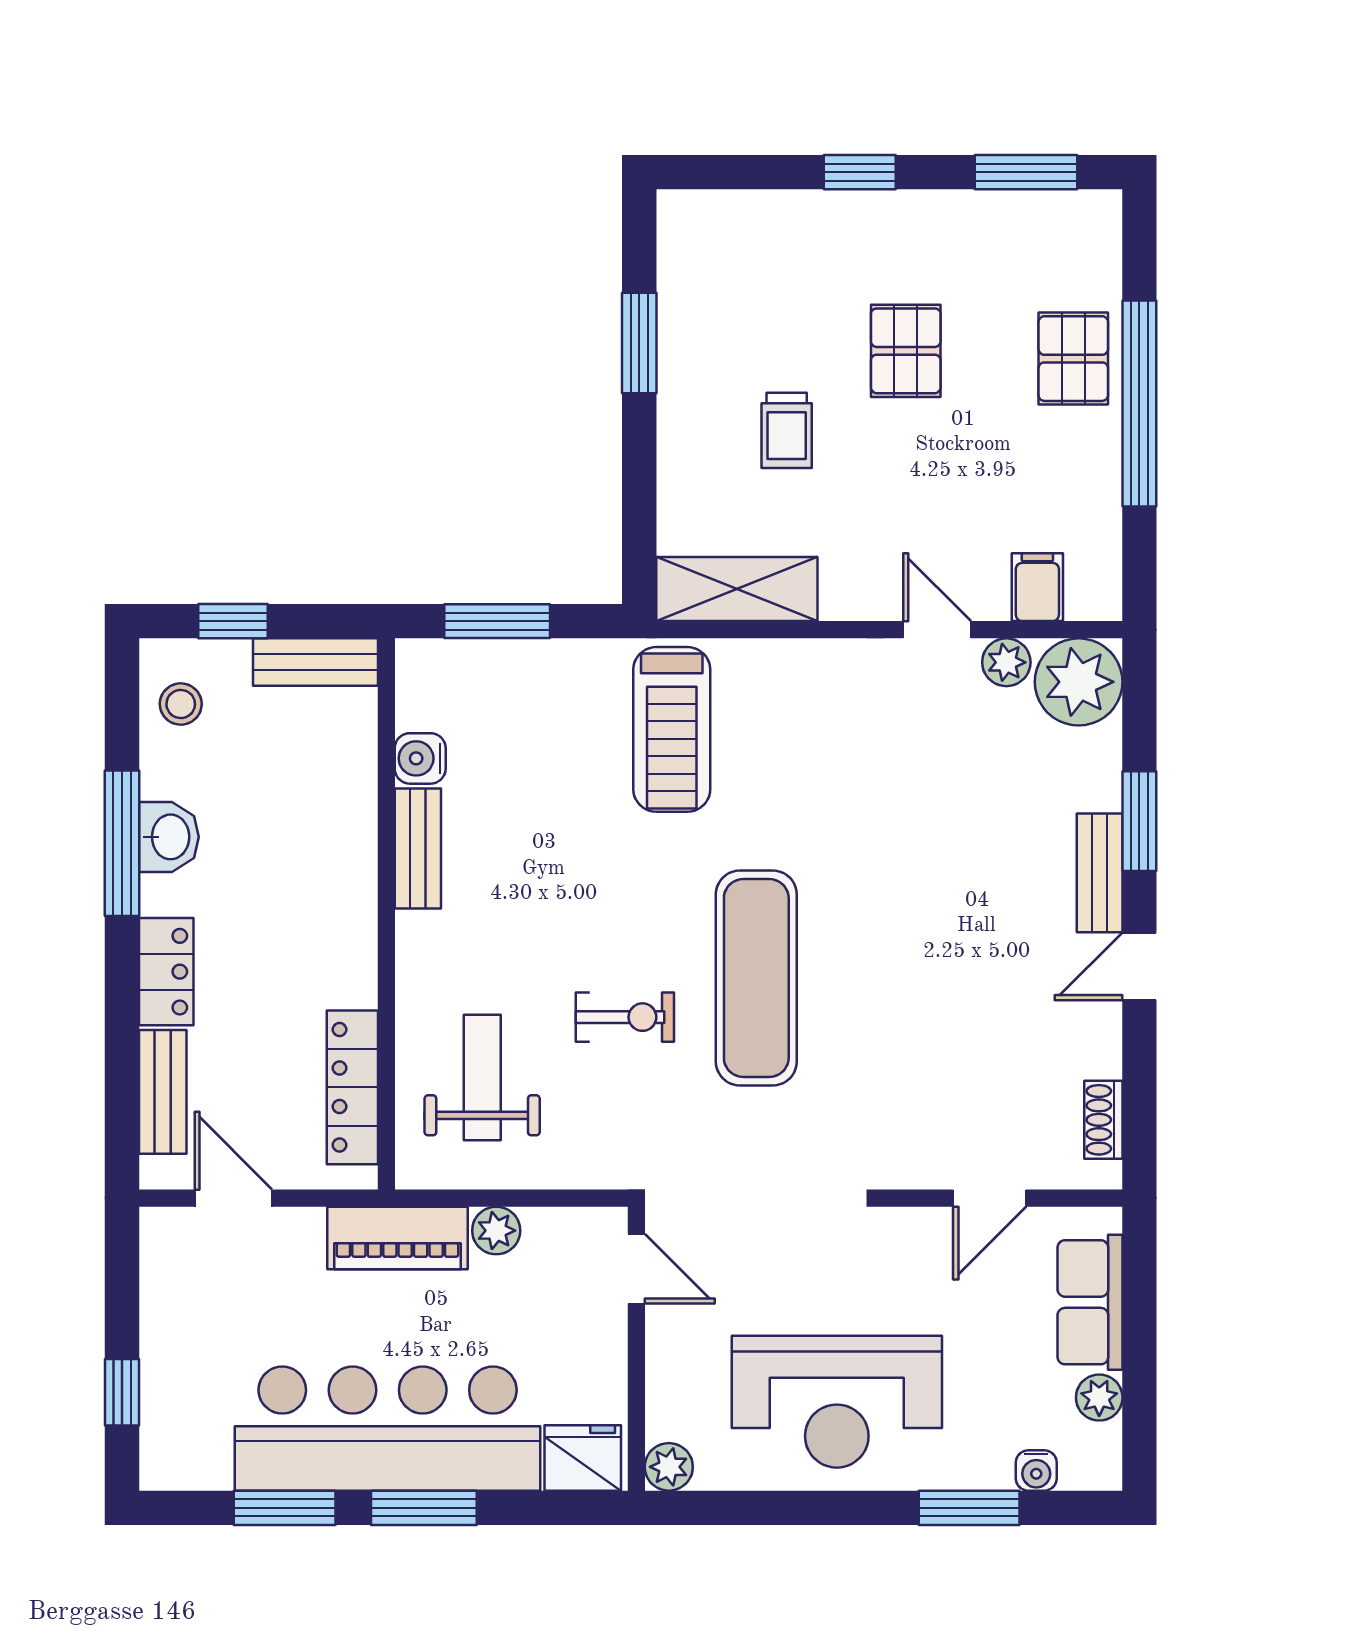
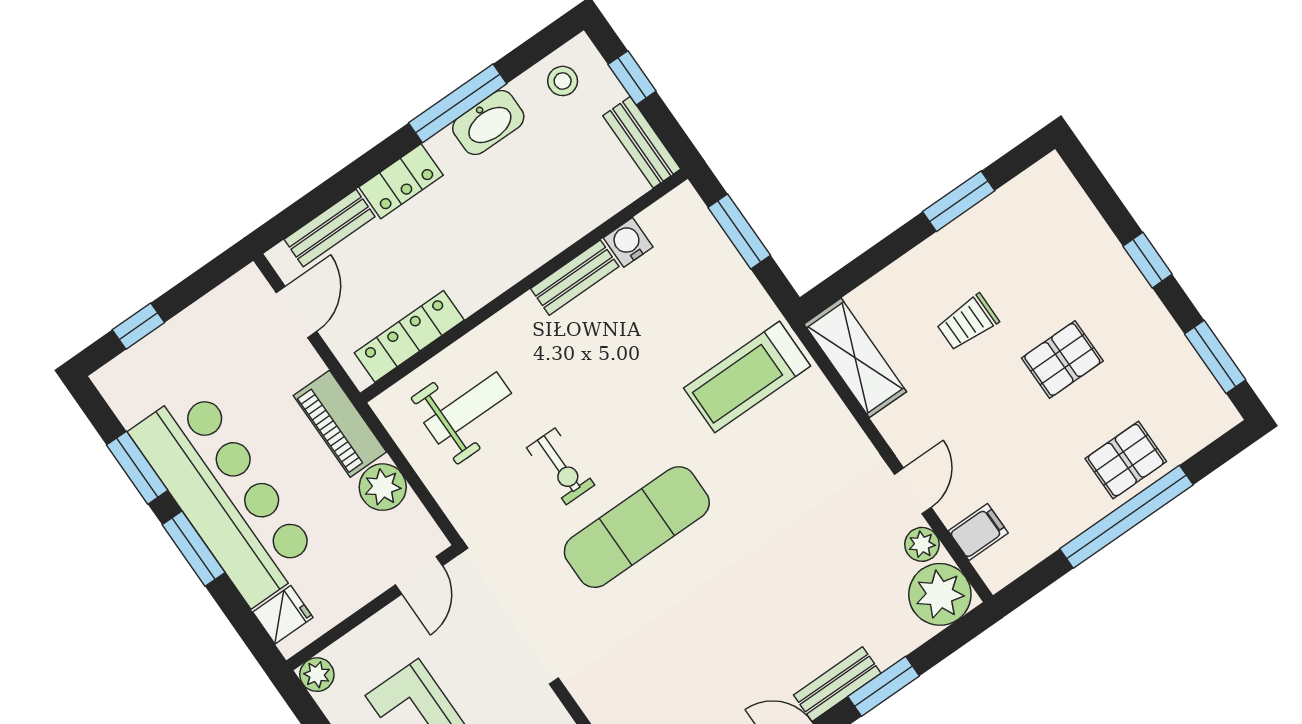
washbasin: (169, 837) -> (488, 123), width x1.38
plant: (496, 1231) -> (383, 487), width x1.38, depth x1.38
fridge: (583, 1458) -> (283, 615), width x0.72

